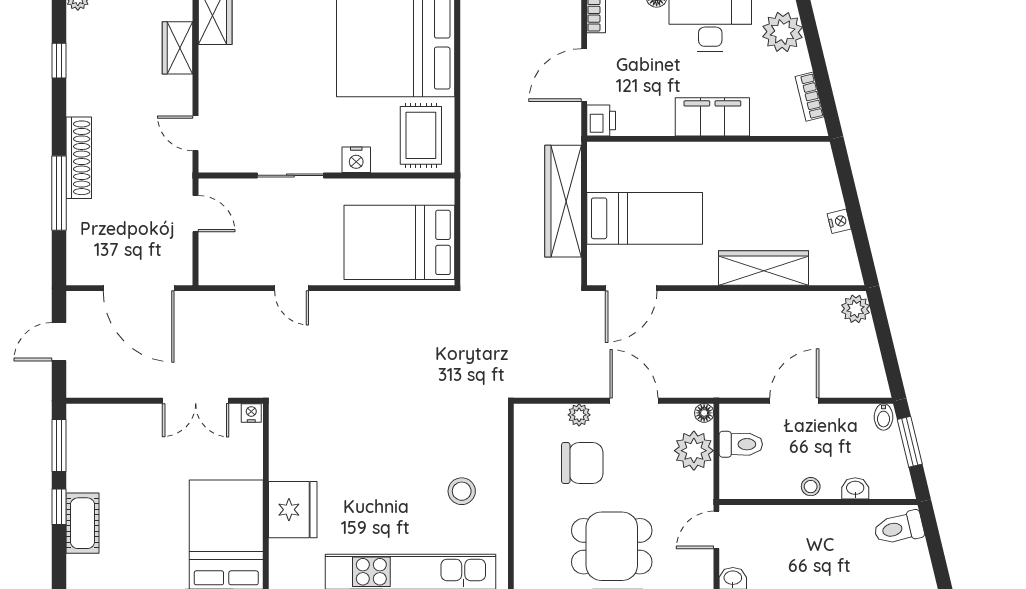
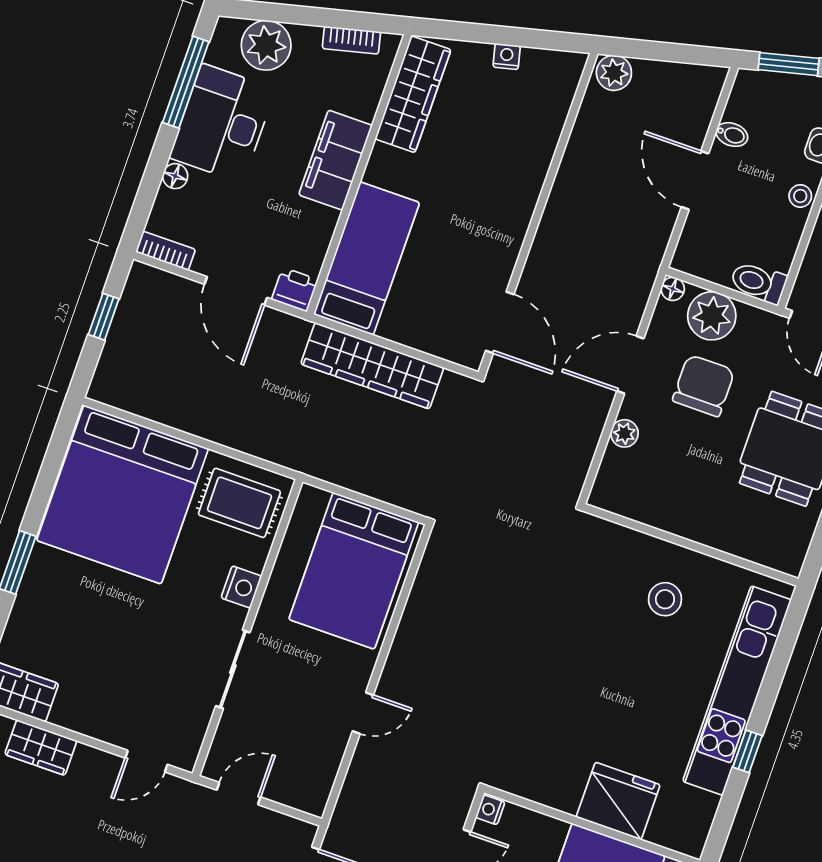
bed: (645, 218) -> (367, 258), moved
wardrobe: (764, 268) -> (413, 94), moved, turned 180
bidet: (884, 417) -> (732, 135), moved
toilet: (741, 444) -> (758, 282), moved, turned -90
chair: (582, 463) -> (704, 386), moved

